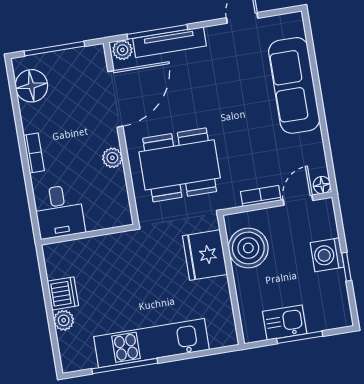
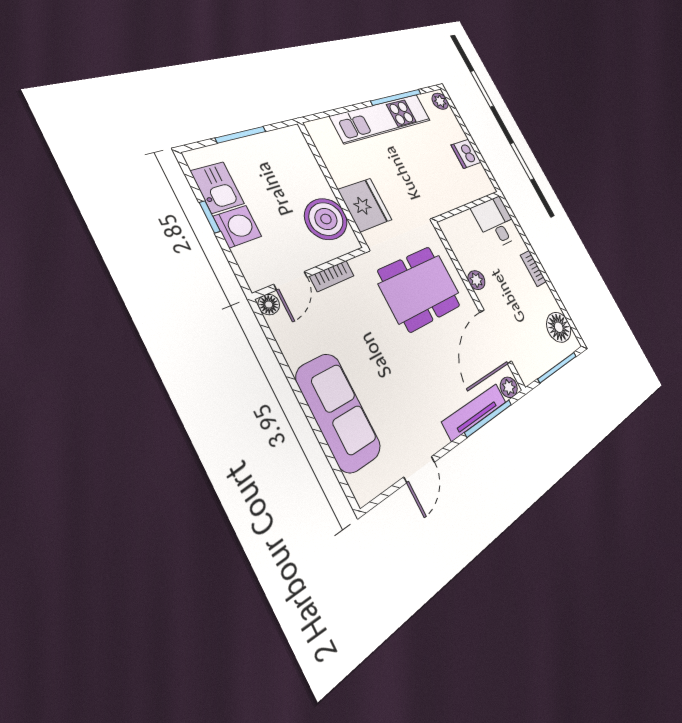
plant: (64, 320) -> (440, 101), moved
kitchen sink: (285, 323) -> (217, 187), moved, turned -90

